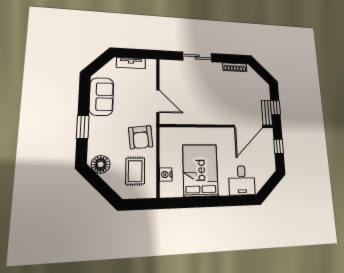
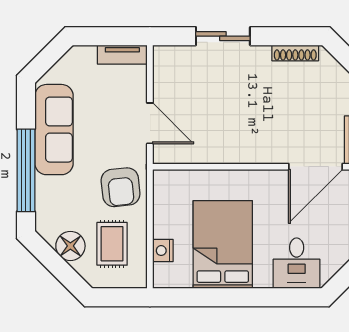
tv unit: (131, 63) -> (122, 55), moved
sofa: (101, 97) -> (54, 130), width x1.36
window: (83, 127) -> (26, 170), width x2.11
floor lamp: (101, 164) -> (70, 246), moved

